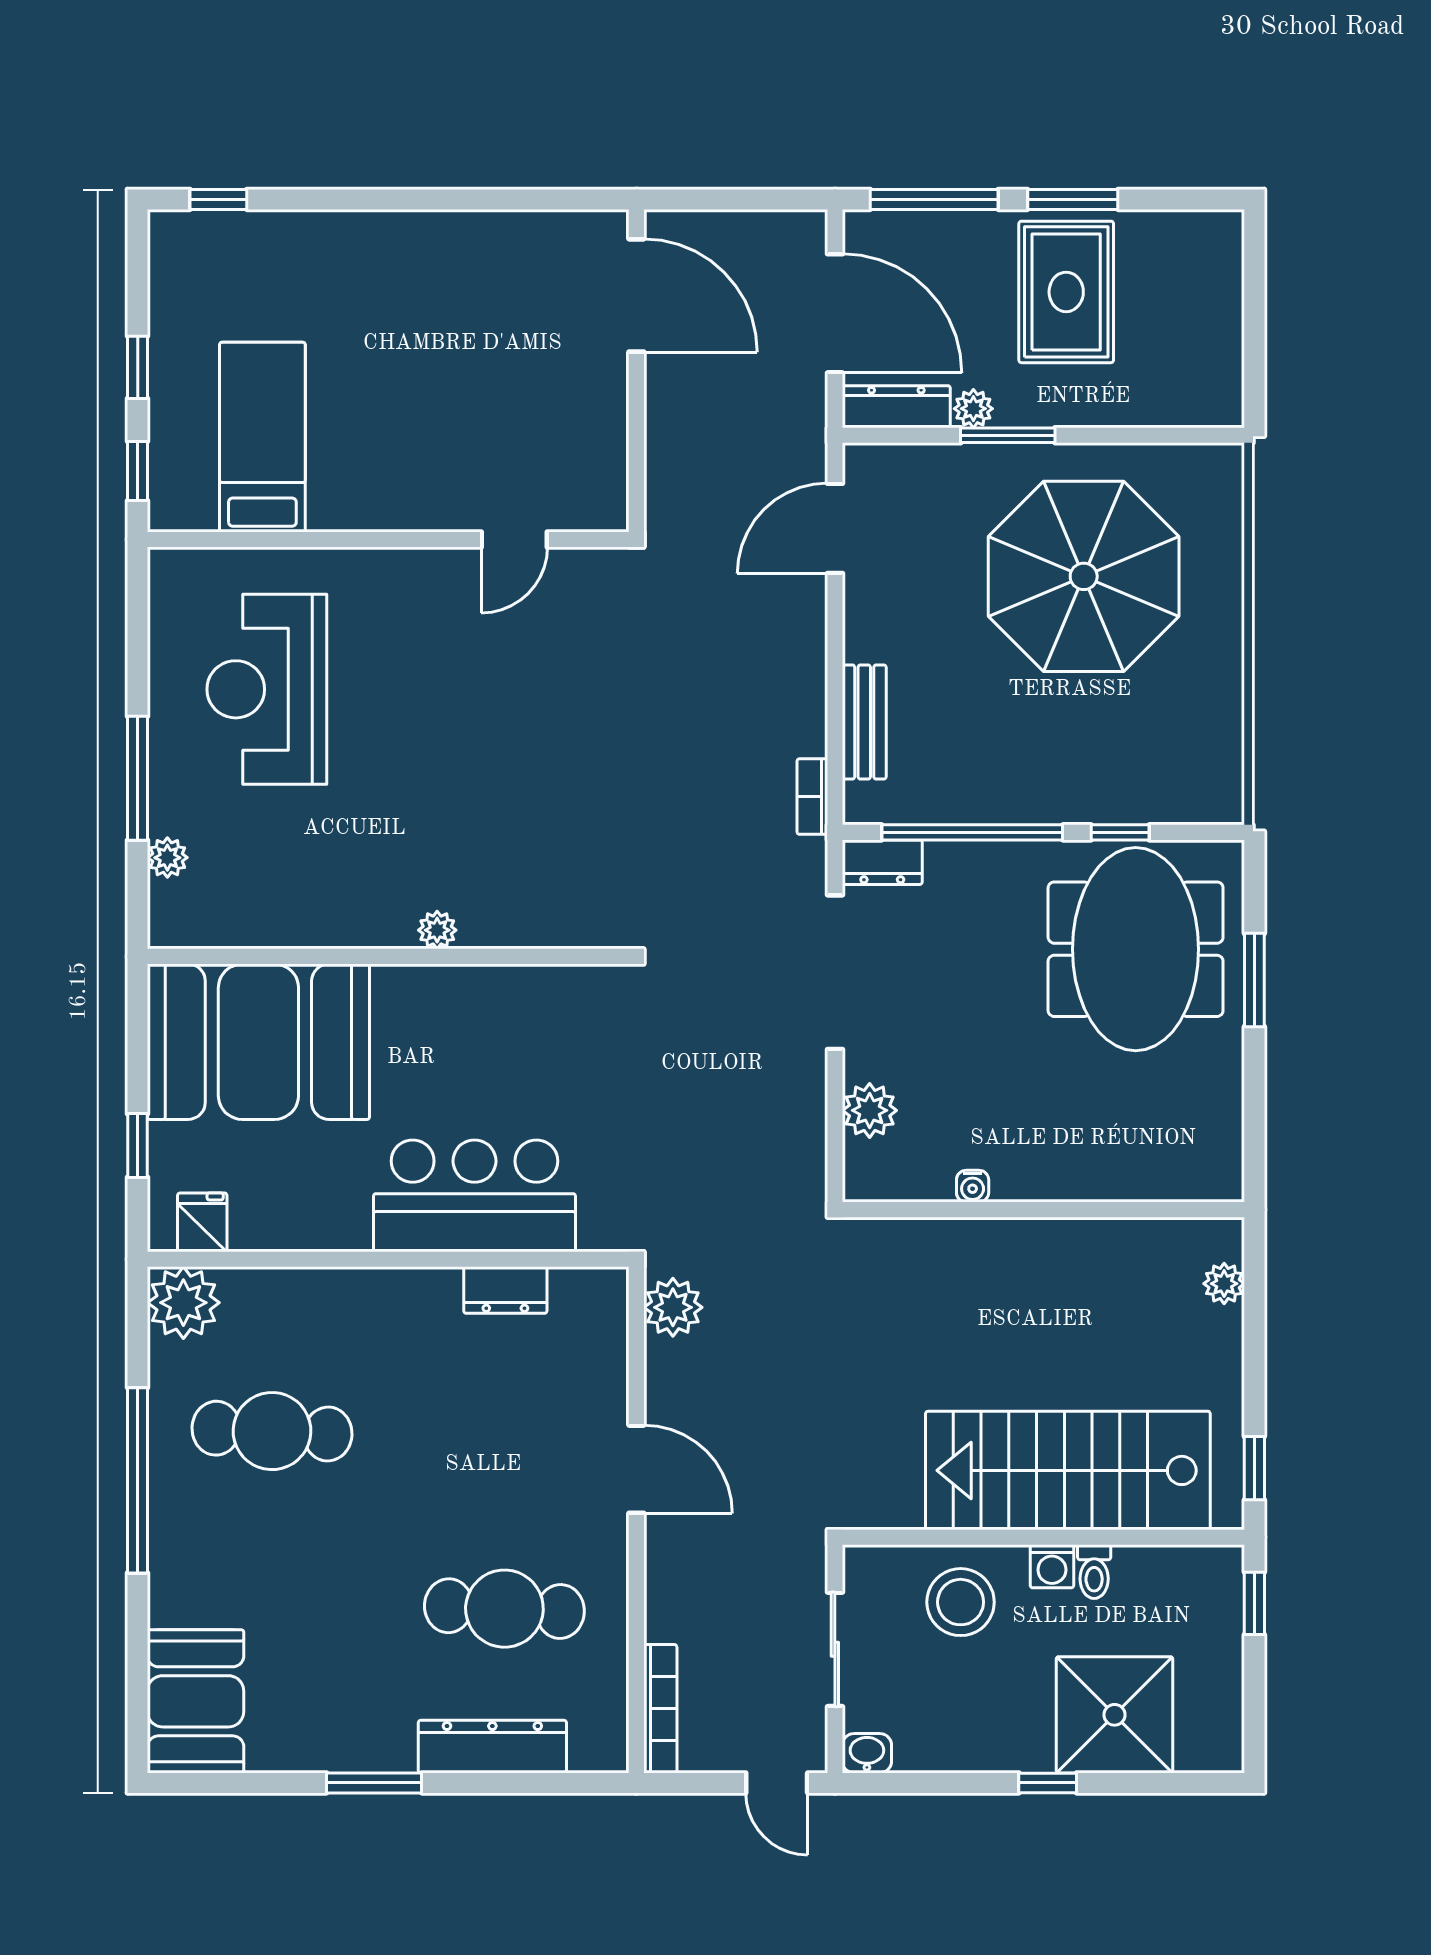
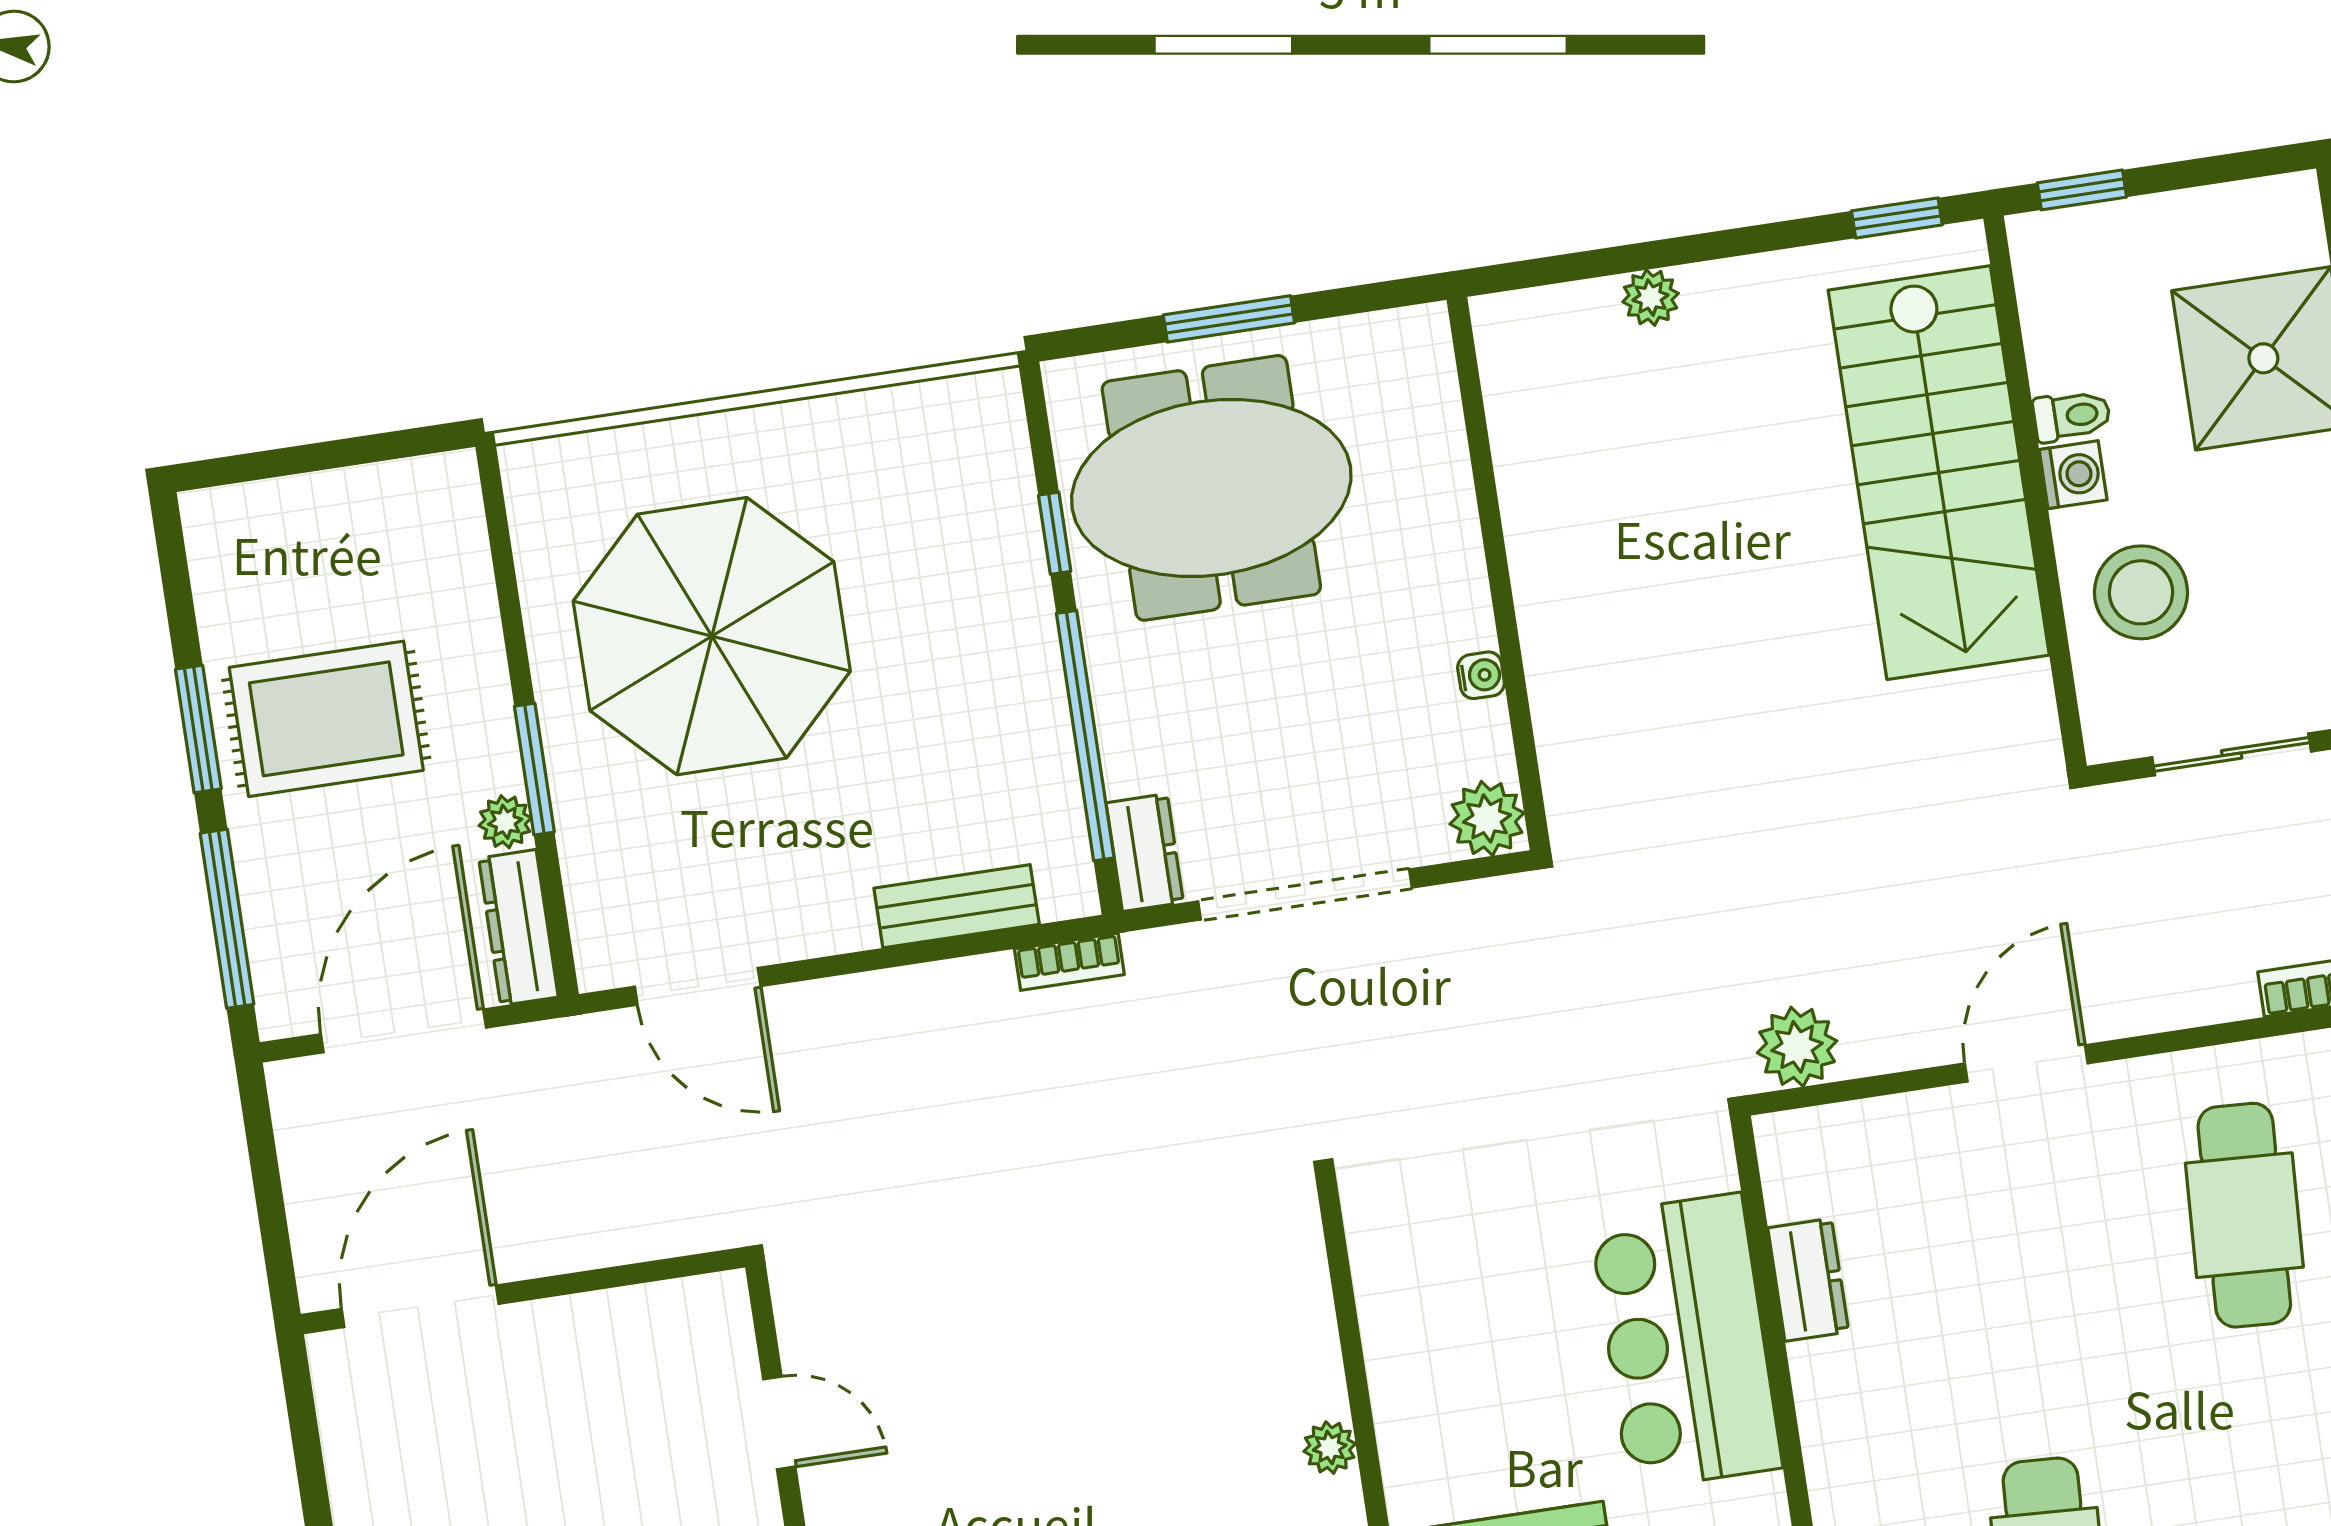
water cooler: (973, 1186) -> (1481, 675), moved
wall: (1043, 1210) -> (1498, 573), moved

